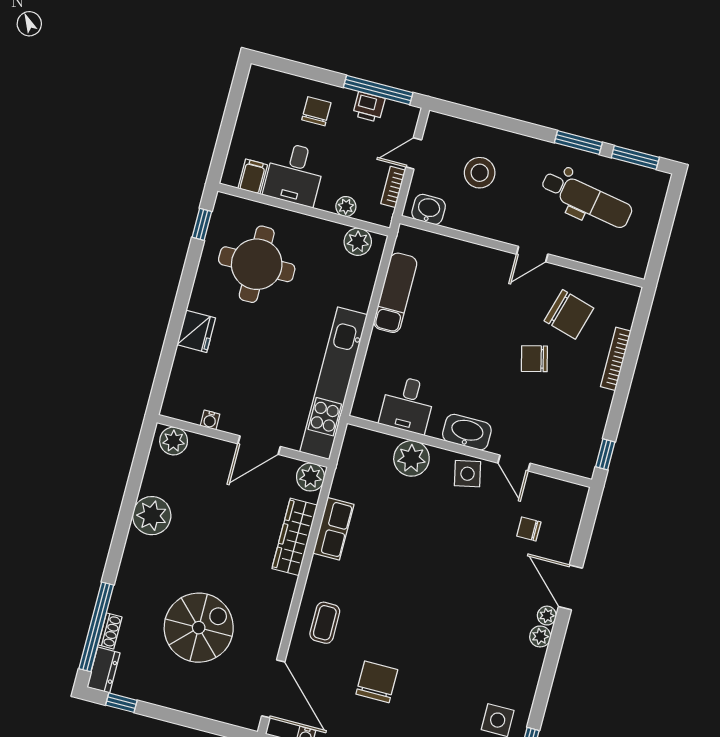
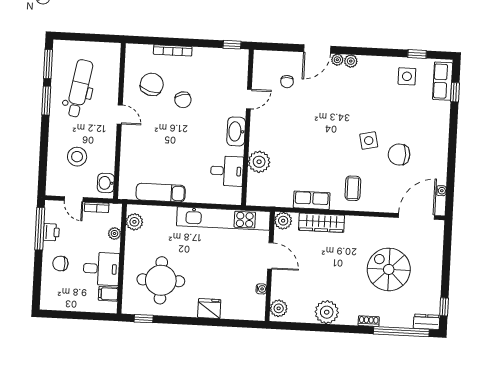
side table: (467, 474) -> (369, 141), moved
coffee table: (325, 623) -> (353, 188), moved, turned 90
shoe rack: (110, 631) -> (369, 321), moved

